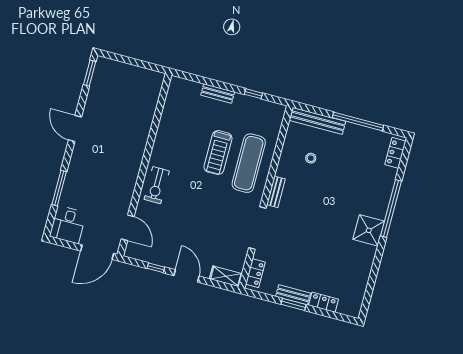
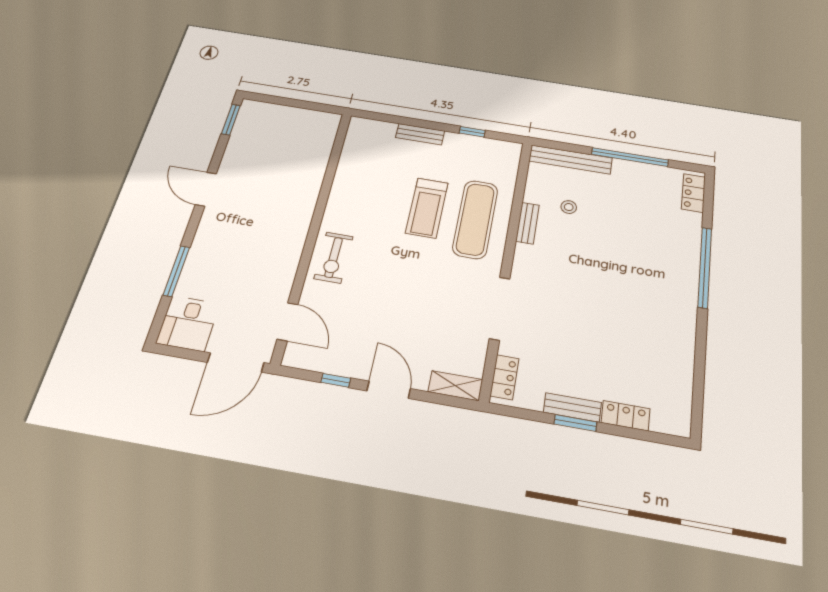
bench: (276, 192) -> (527, 223), moved
shower: (369, 230) -> (677, 300), removed

